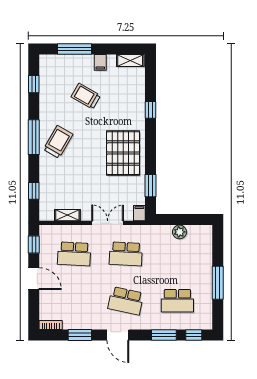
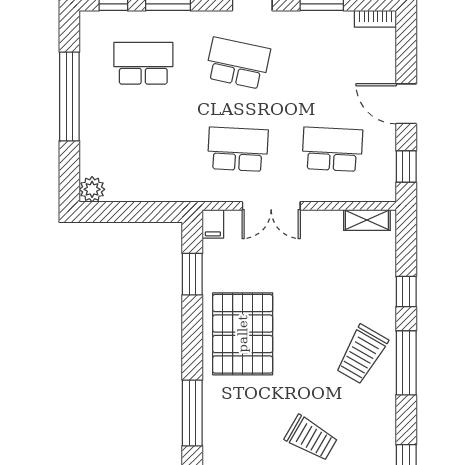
window: (151, 110) -> (192, 413), width x2.17
window: (34, 191) -> (406, 292), moved
shelving: (67, 215) -> (367, 220), moved
plant: (180, 232) -> (92, 189), moved
window: (218, 283) -> (69, 96), width x1.46

